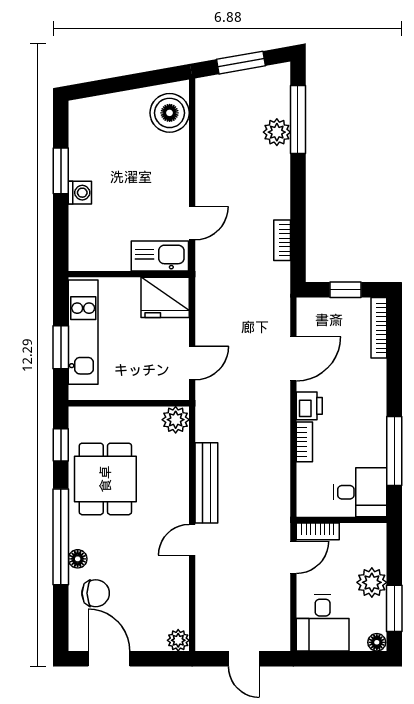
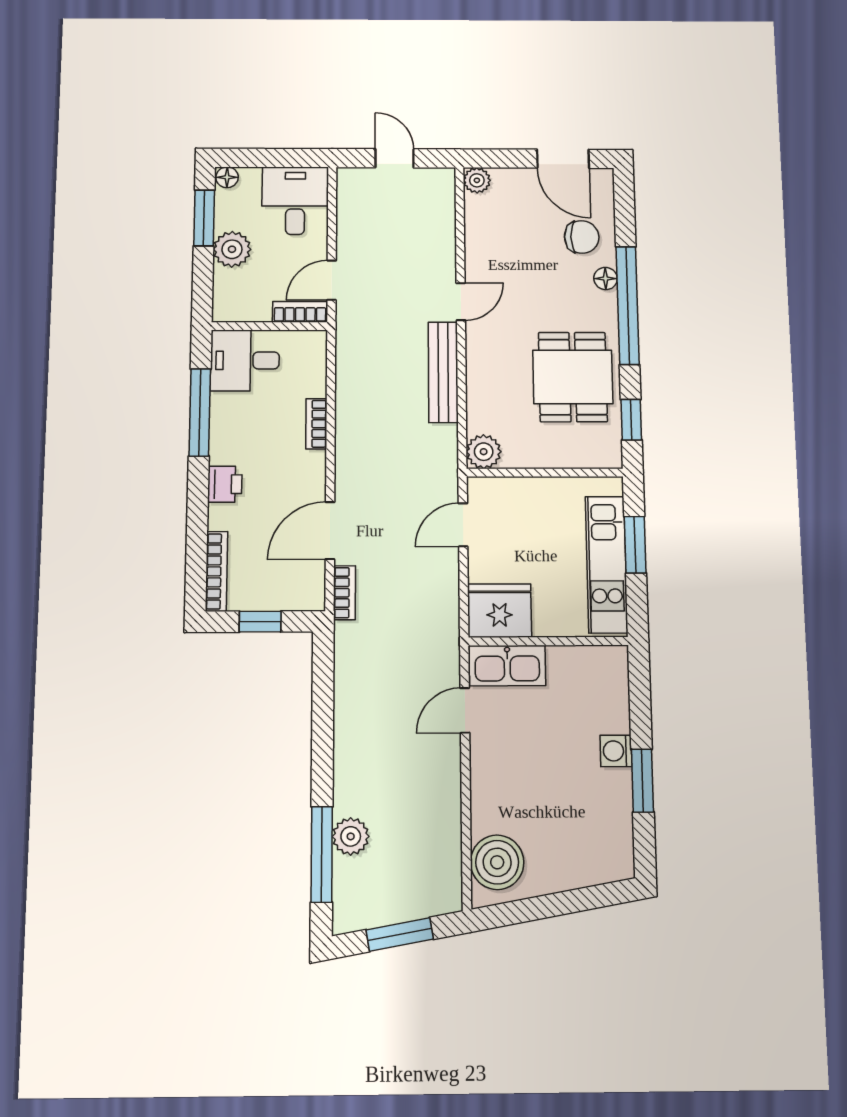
bookcase: (282, 240) -> (344, 593), moved
printer: (309, 406) -> (225, 484), moved, turned 180
chair: (96, 593) -> (582, 237), turned 180

